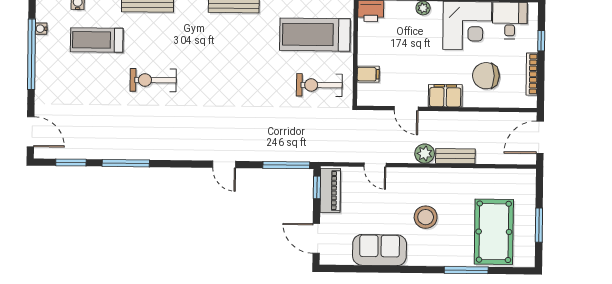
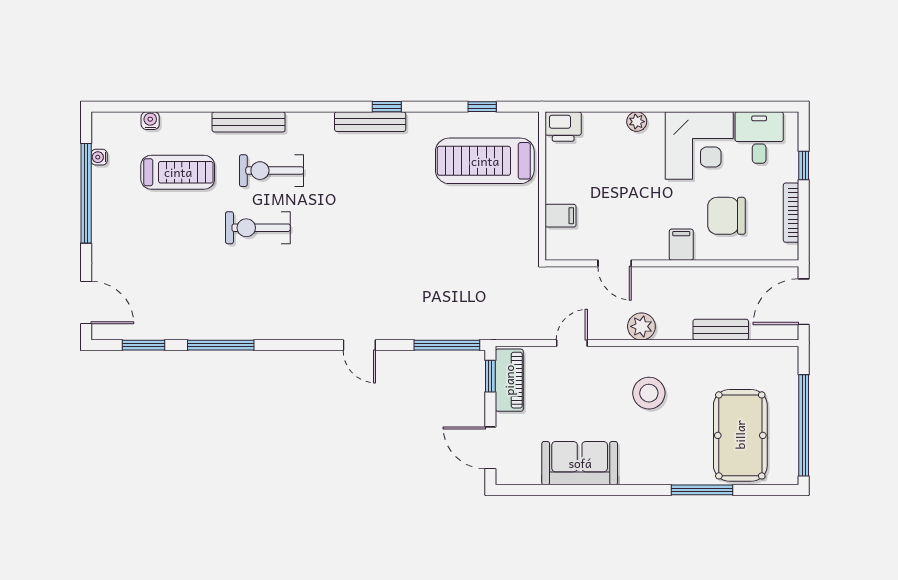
treadmill: (97, 40) -> (178, 172), turned 180
exercise bike: (319, 85) -> (271, 171), moved
filing cabinet: (445, 96) -> (681, 245), width x0.50
bench: (455, 156) -> (721, 330), moved
door: (375, 165) -> (572, 343), swing flipped
stool: (426, 217) -> (649, 393), moved
window: (539, 225) -> (804, 425), width x2.11

